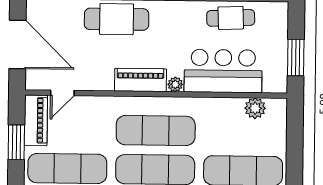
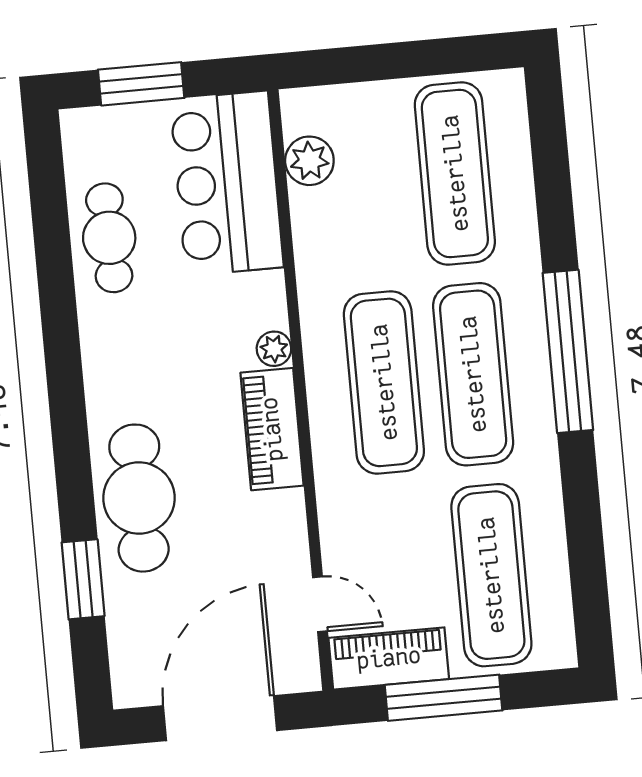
window: (296, 58) -> (141, 84), moved
bar counter: (223, 71) -> (227, 183), moved
window: (16, 142) -> (444, 698), width x1.44

